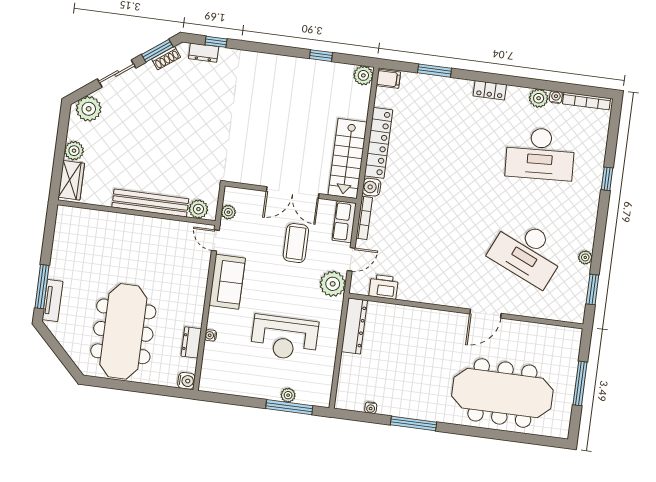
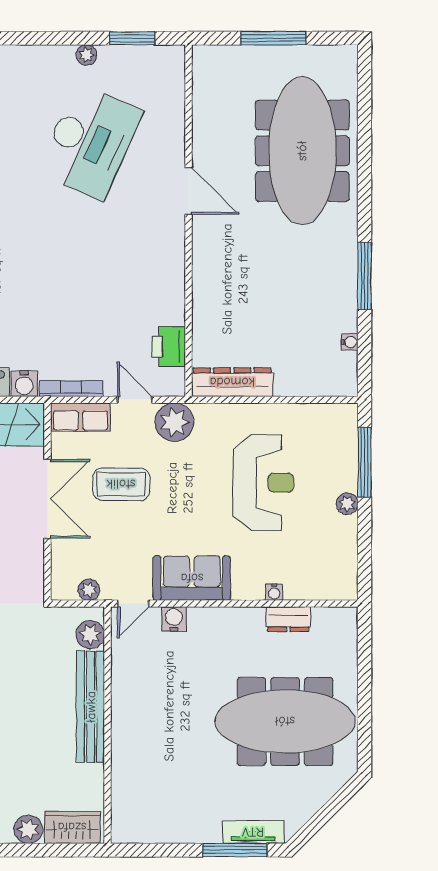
water cooler: (186, 381) -> (174, 619), moved
plant: (288, 395) -> (347, 504), moved

